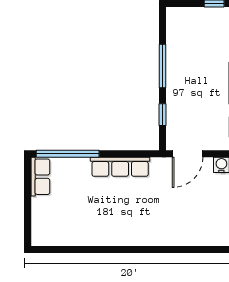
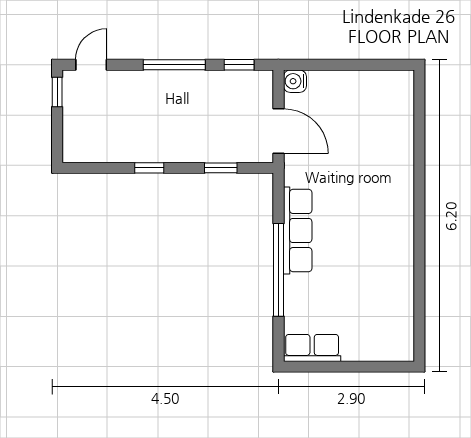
window: (163, 66) -> (149, 168), width x0.46
window: (68, 154) -> (278, 270), moved

